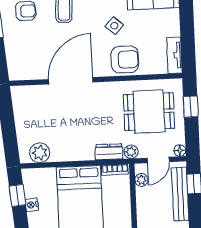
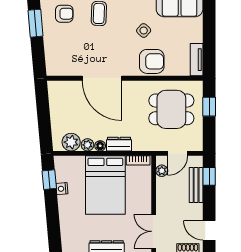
door: (71, 81) -> (102, 78), swing flipped
floor lamp: (180, 151) -> (100, 146), moved
dresser: (109, 152) -> (119, 144), moved
plant: (131, 152) -> (87, 145), moved
bench: (180, 194) -> (196, 185), width x0.73

